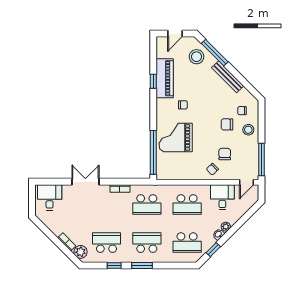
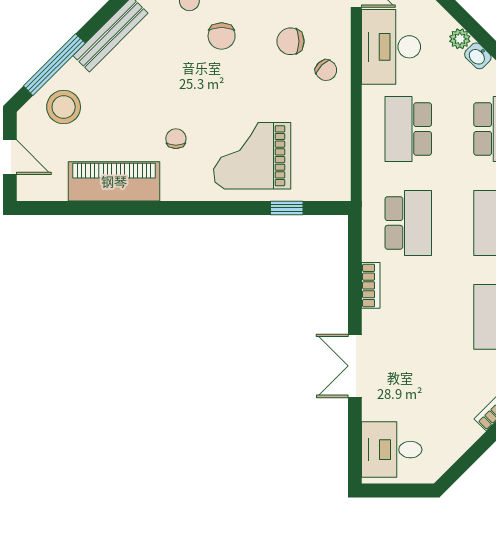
window: (153, 81) -> (121, 208), removed
grand piano: (176, 138) -> (252, 156), turned 90
window: (153, 152) -> (287, 208), width x0.32
desk: (222, 197) -> (391, 47), width x1.37
school desk: (187, 204) -> (408, 129), turned 180

